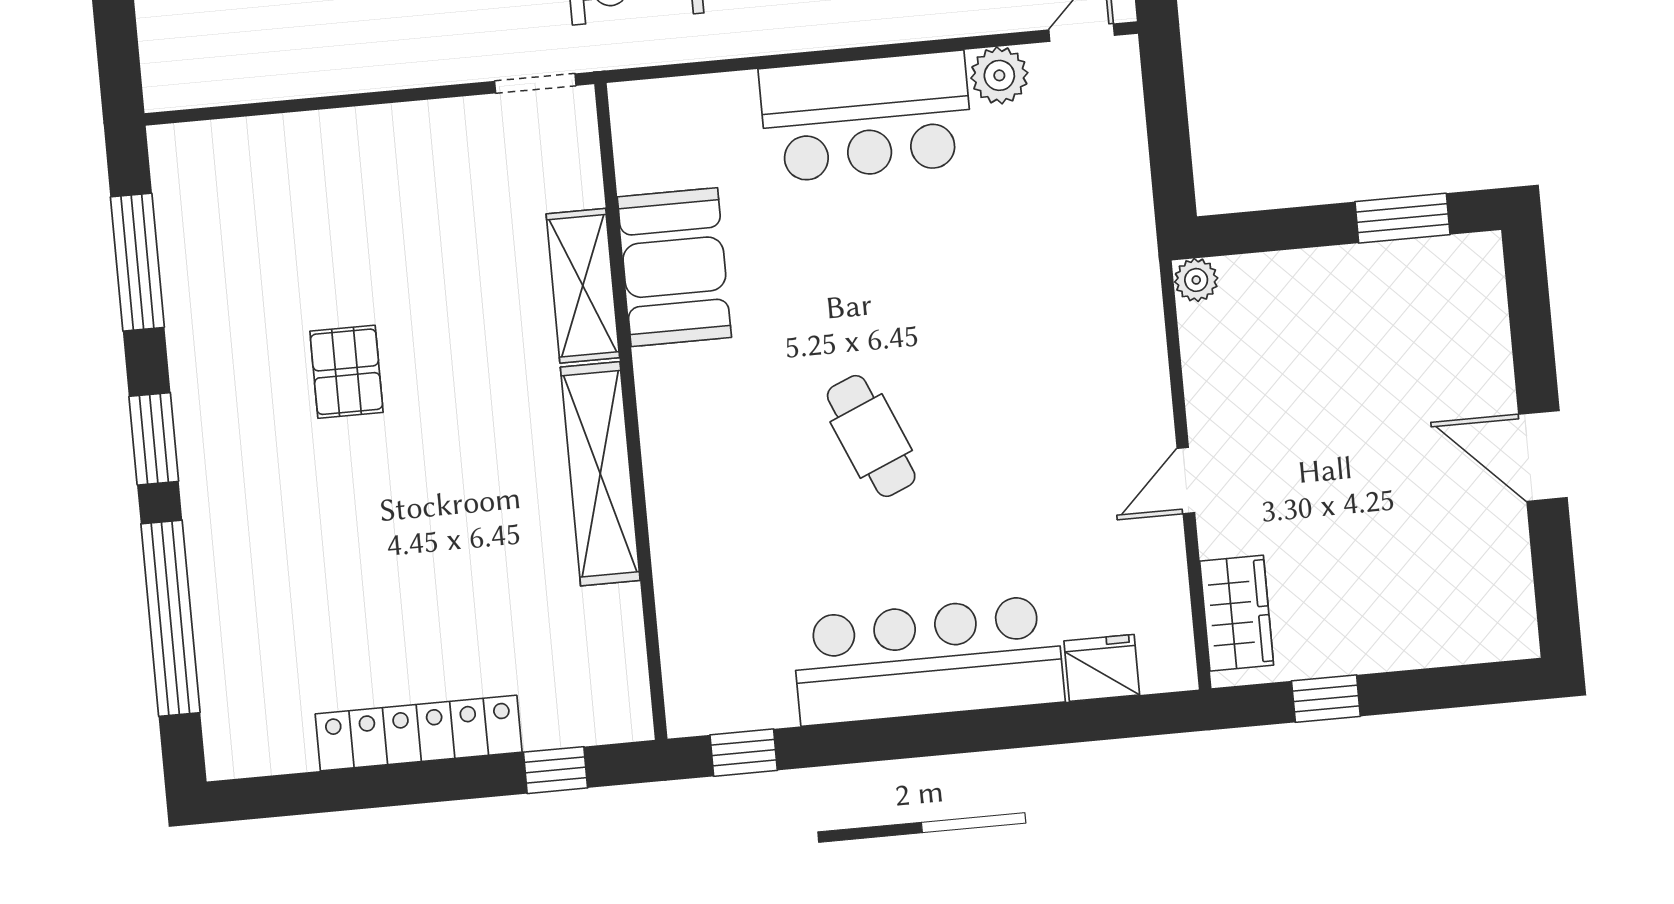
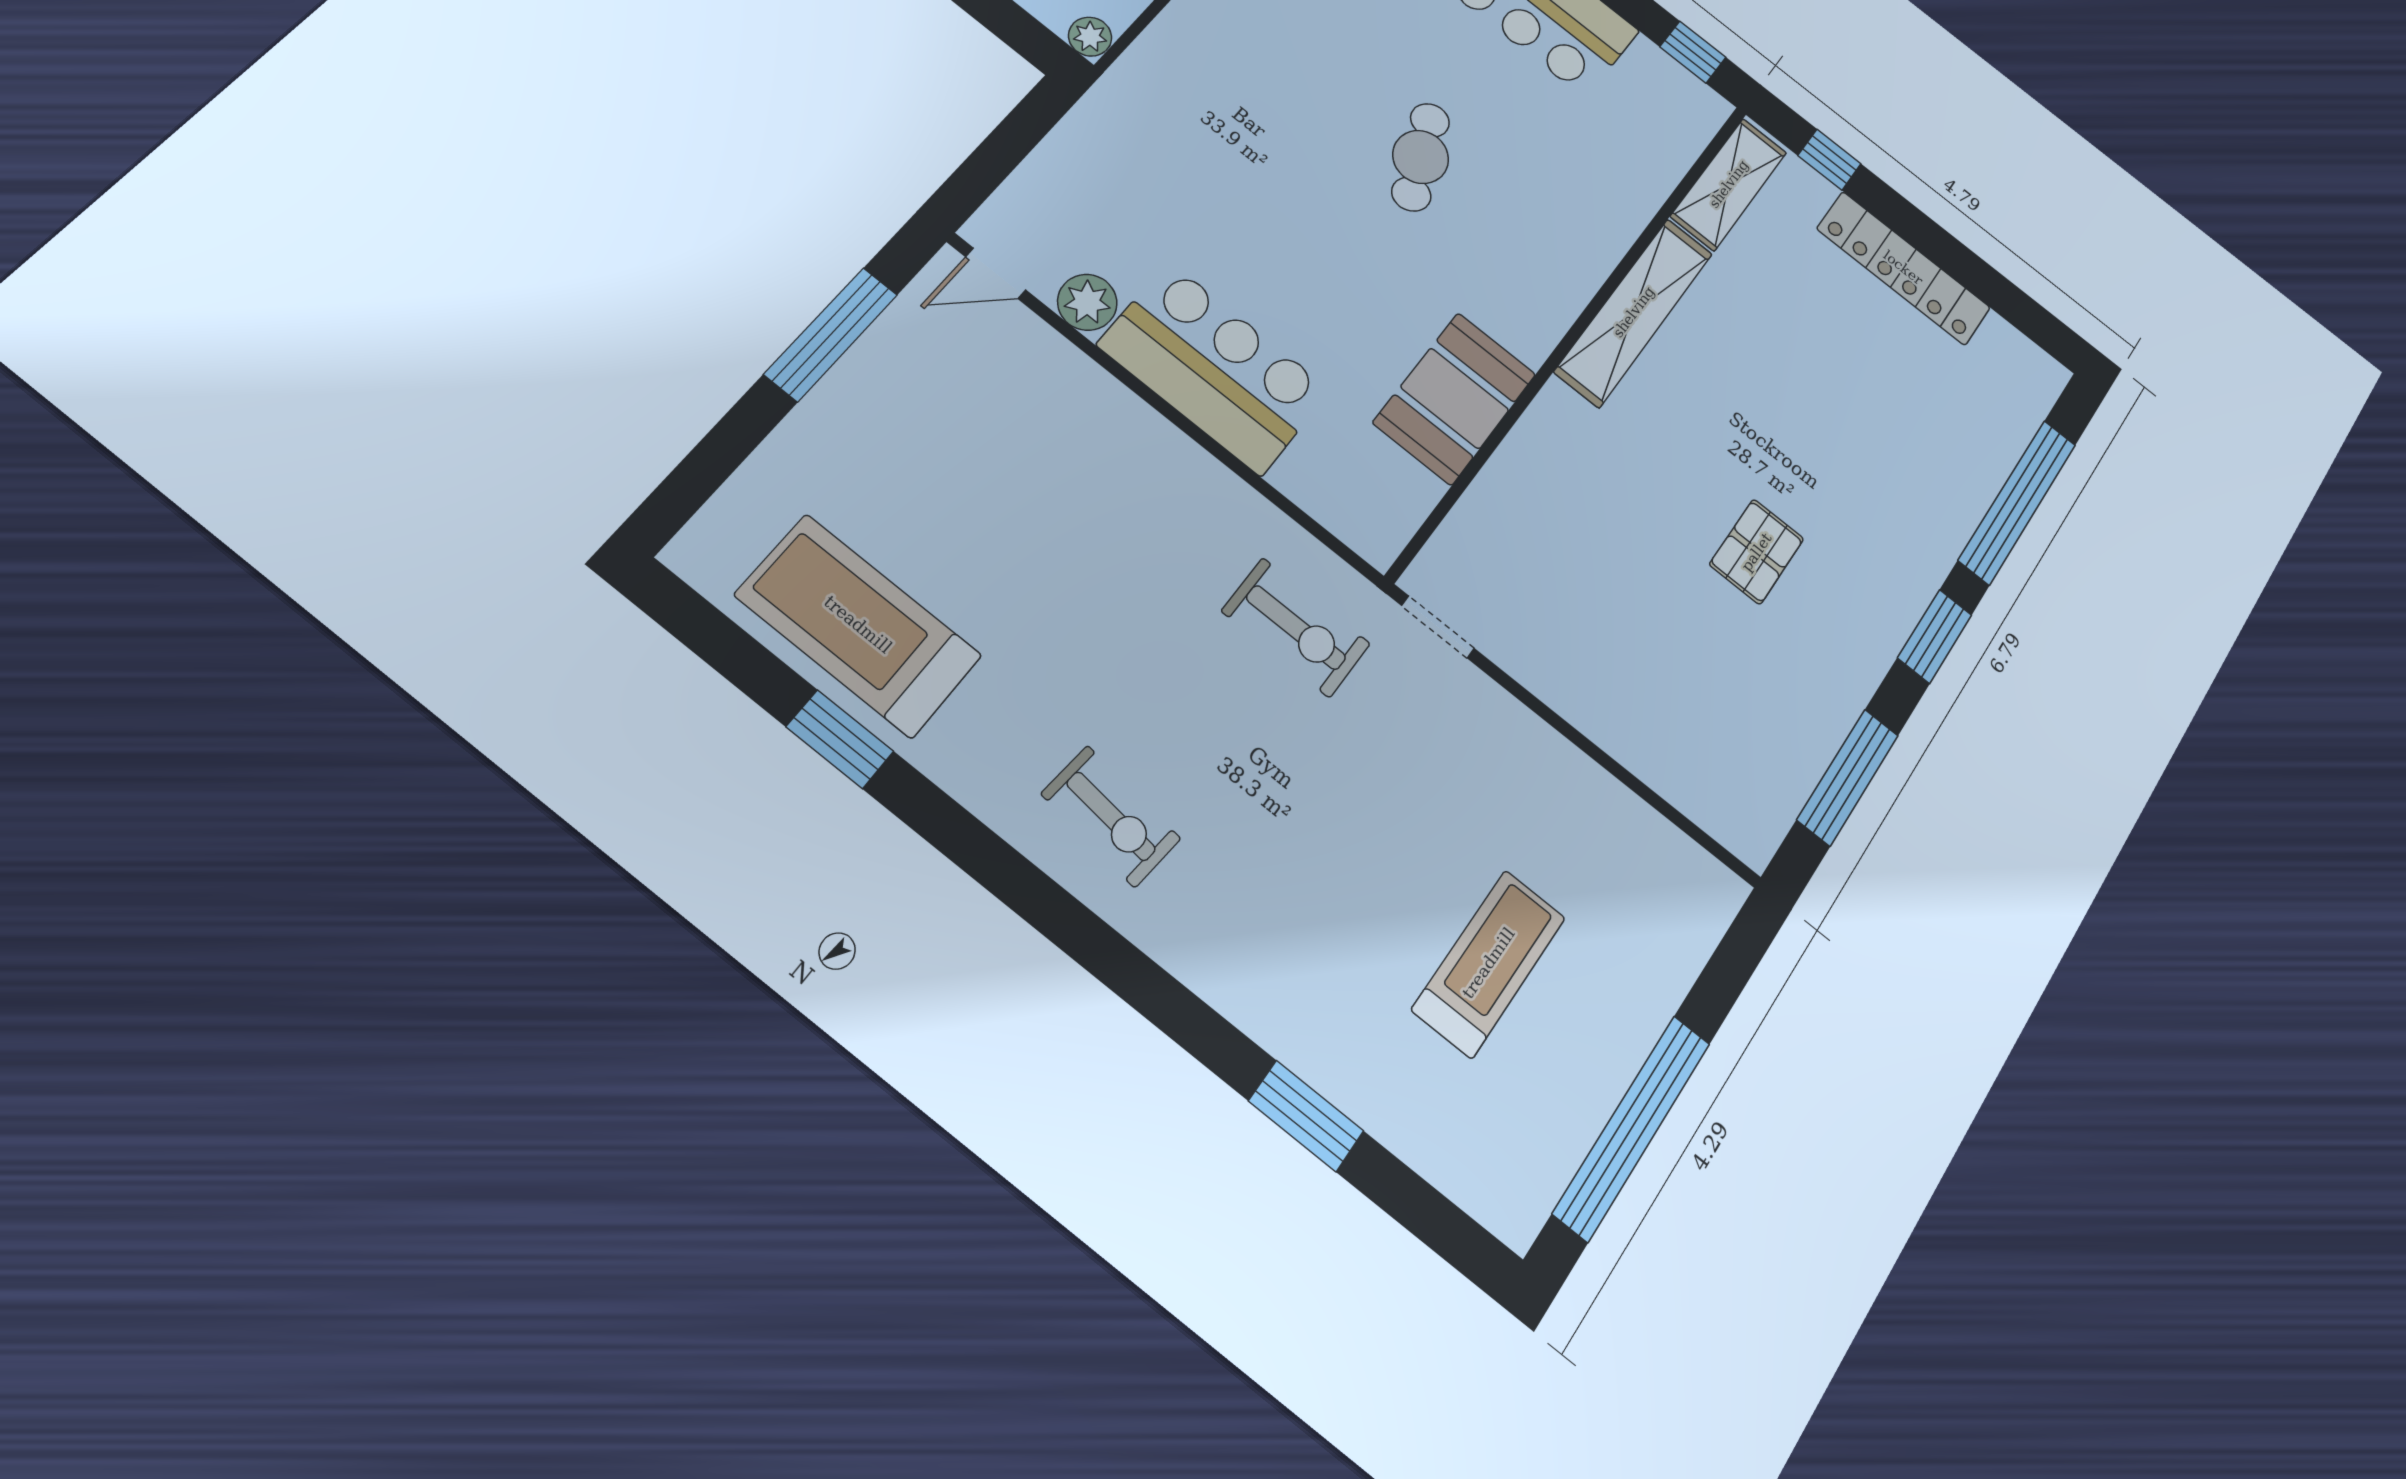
shelving: (583, 286) -> (1729, 184), moved

